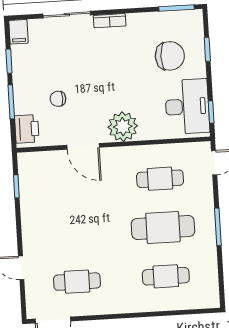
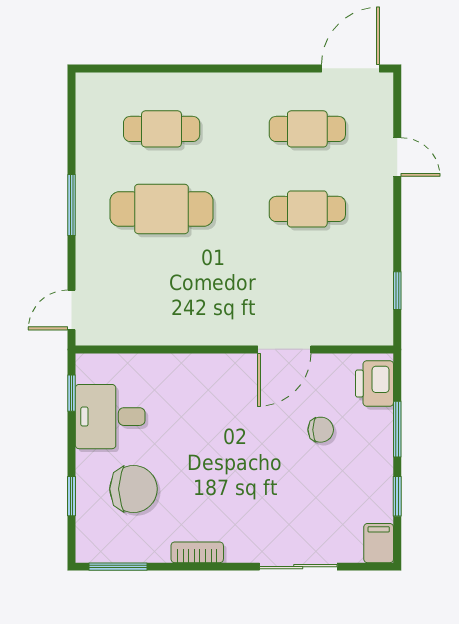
bookcase: (110, 21) -> (197, 552), moved
chair: (170, 56) -> (134, 489), turned 180
desk: (187, 107) -> (110, 417), width x0.73
plant: (123, 127) -> (217, 378), removed
door: (83, 146) -> (284, 349), swing flipped
cafe table: (160, 179) -> (307, 209), moved

